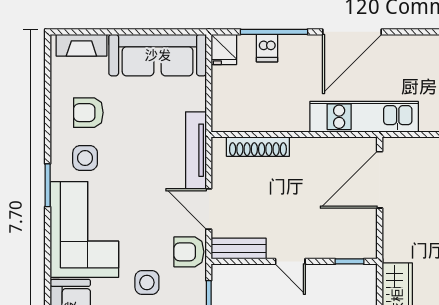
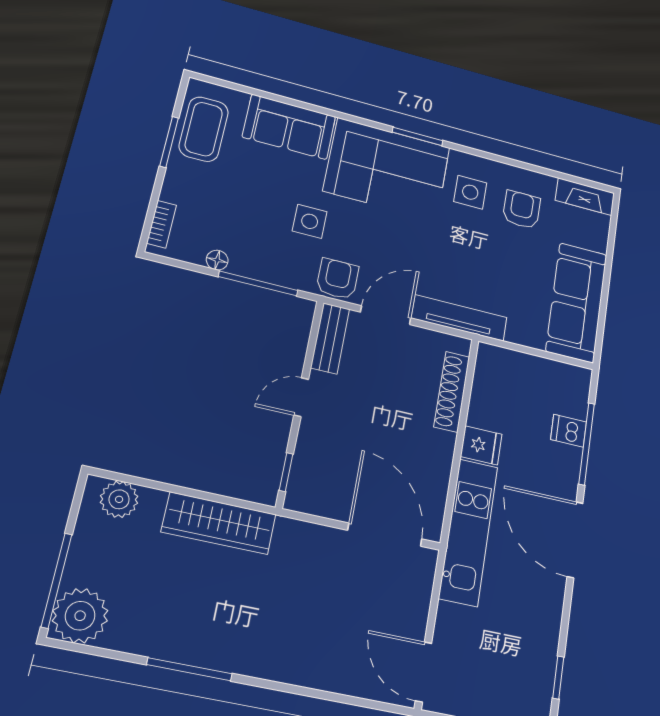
fireplace: (81, 45) -> (585, 197), moved, turned -90
fridge: (224, 49) -> (481, 445), moved, turned 180
window: (48, 185) -> (418, 136), moved

